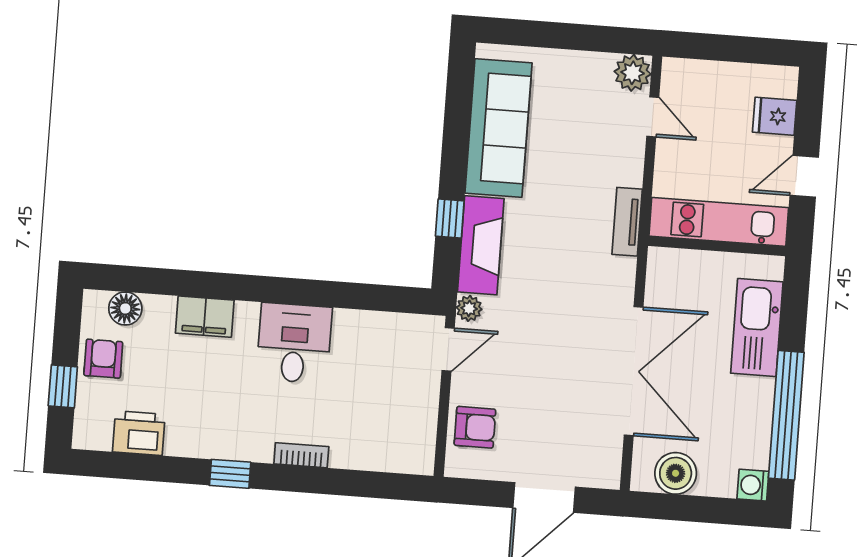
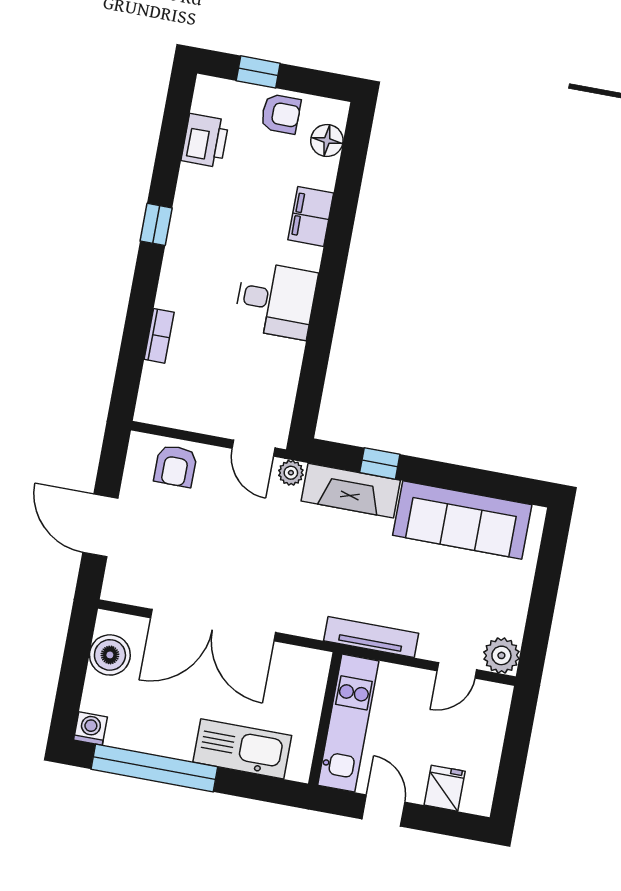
tv unit: (627, 222) -> (371, 637), width x1.41
bookcase: (301, 455) -> (159, 336), moved

